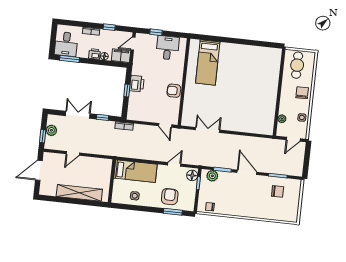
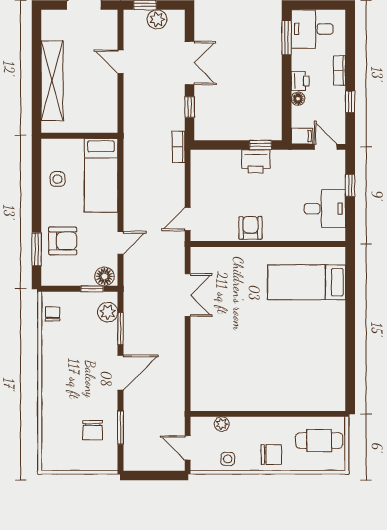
filing cabinet: (121, 56) -> (302, 136), width x0.50
window: (127, 90) -> (261, 145), moved
door: (174, 164) -> (120, 243), hinge flipped

